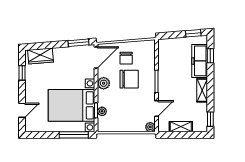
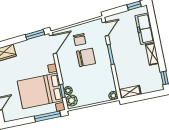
window: (210, 56) -> (153, 22), removed
plant: (104, 83) -> (72, 101), moved
door: (157, 109) -> (105, 29), moved
shelving: (181, 127) -> (130, 92), moved

